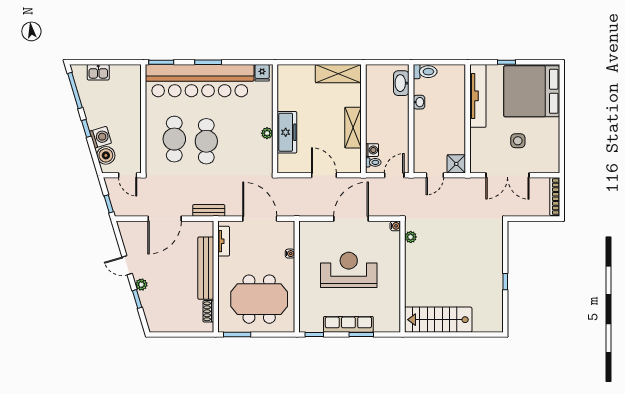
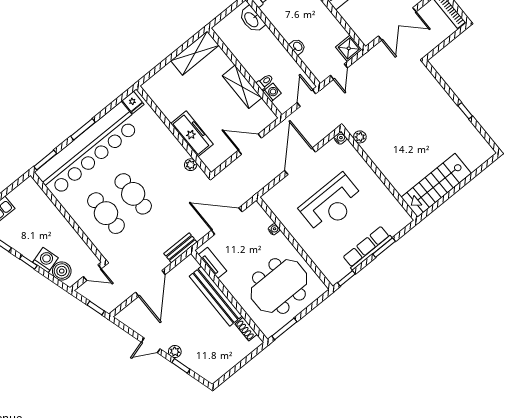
washbasin: (419, 102) -> (297, 47), moved
plant: (267, 133) -> (191, 165), moved
toilet: (373, 162) -> (265, 82), moved
reception desk: (349, 270) -> (332, 204), turned 180

